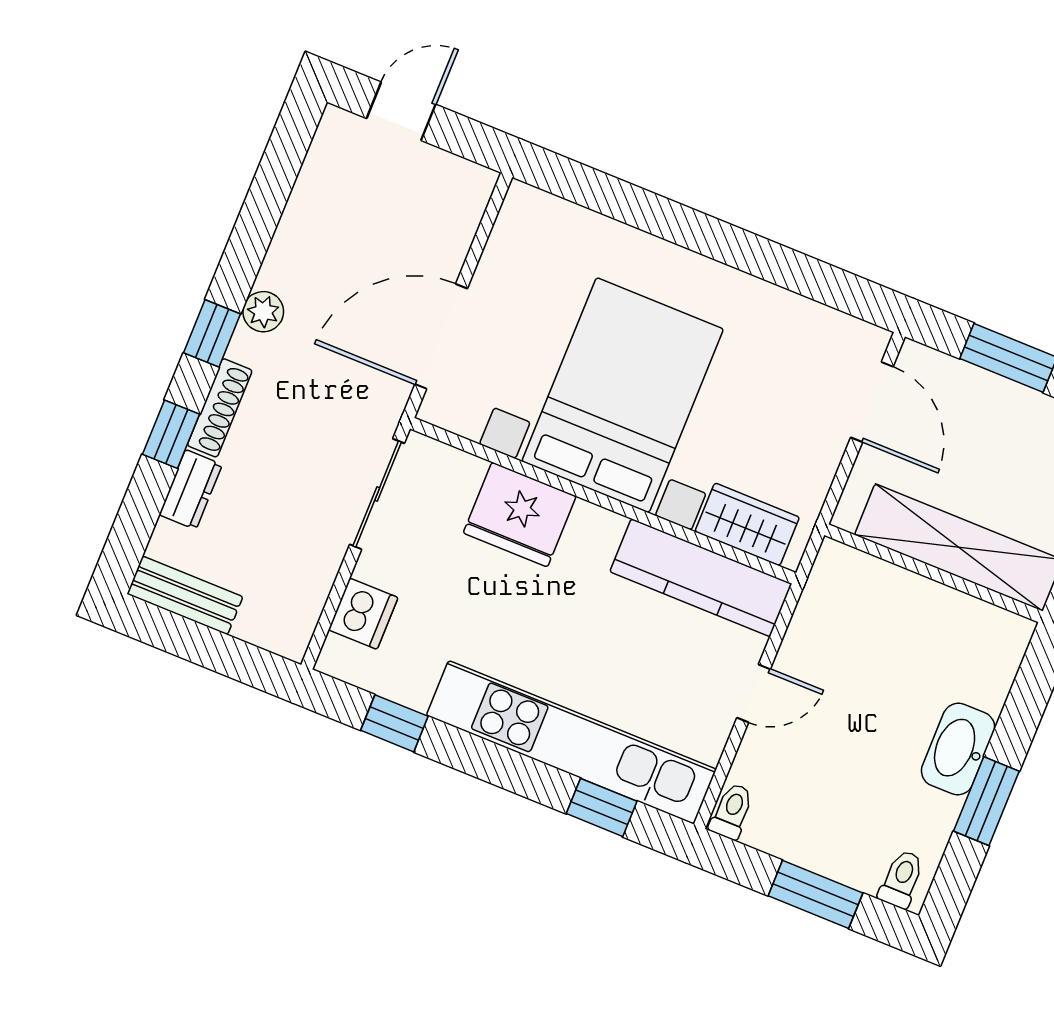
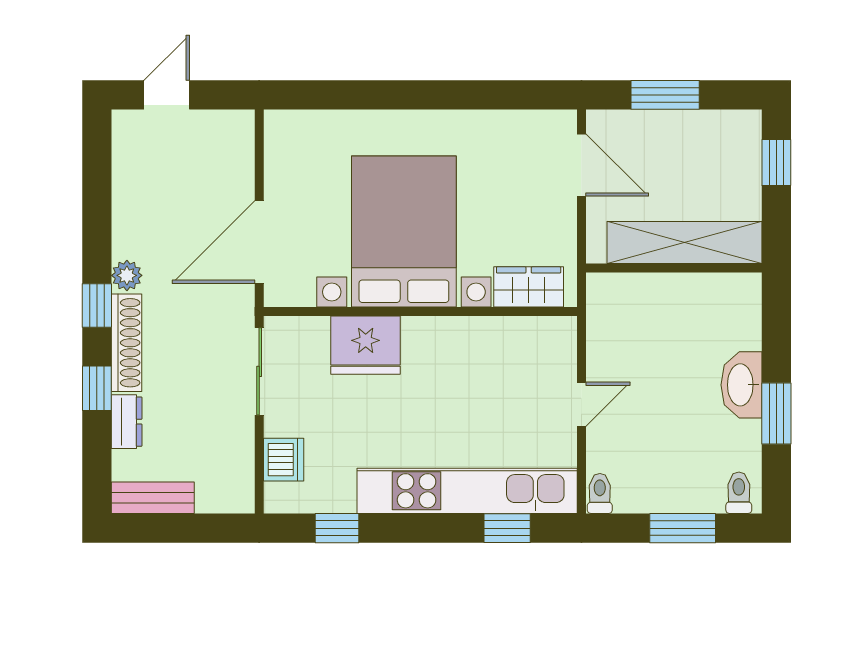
shoe rack: (220, 408) -> (127, 343), width x1.36, depth x1.24
kitchen counter: (701, 578) -> (511, 338), removed

